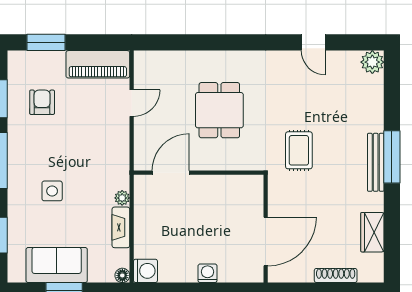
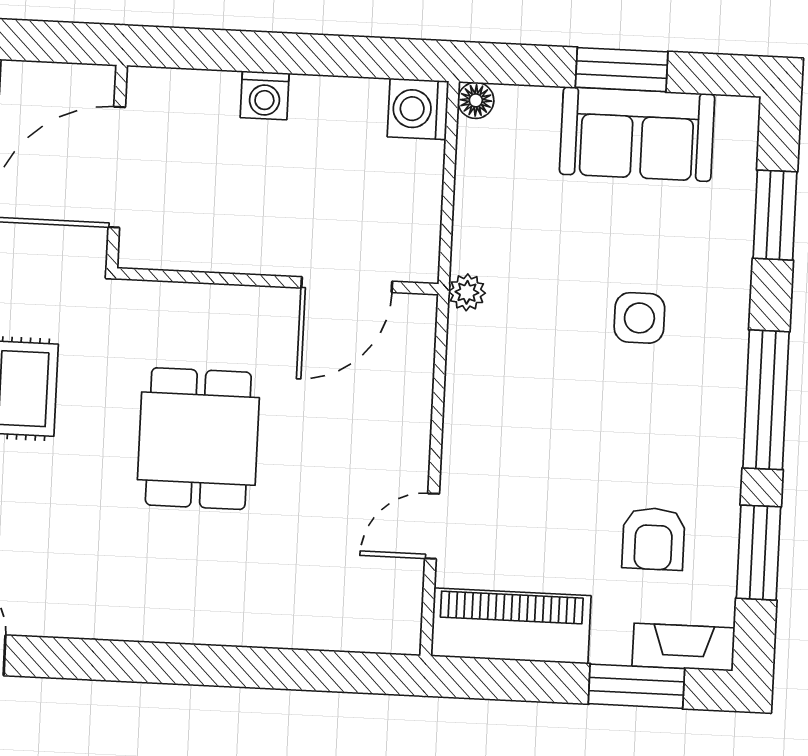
dining table: (219, 110) -> (198, 439), moved
door: (171, 173) -> (347, 285), moved
wall: (199, 173) -> (278, 281), moved
fireplace: (121, 227) -> (683, 647), moved, turned -90

